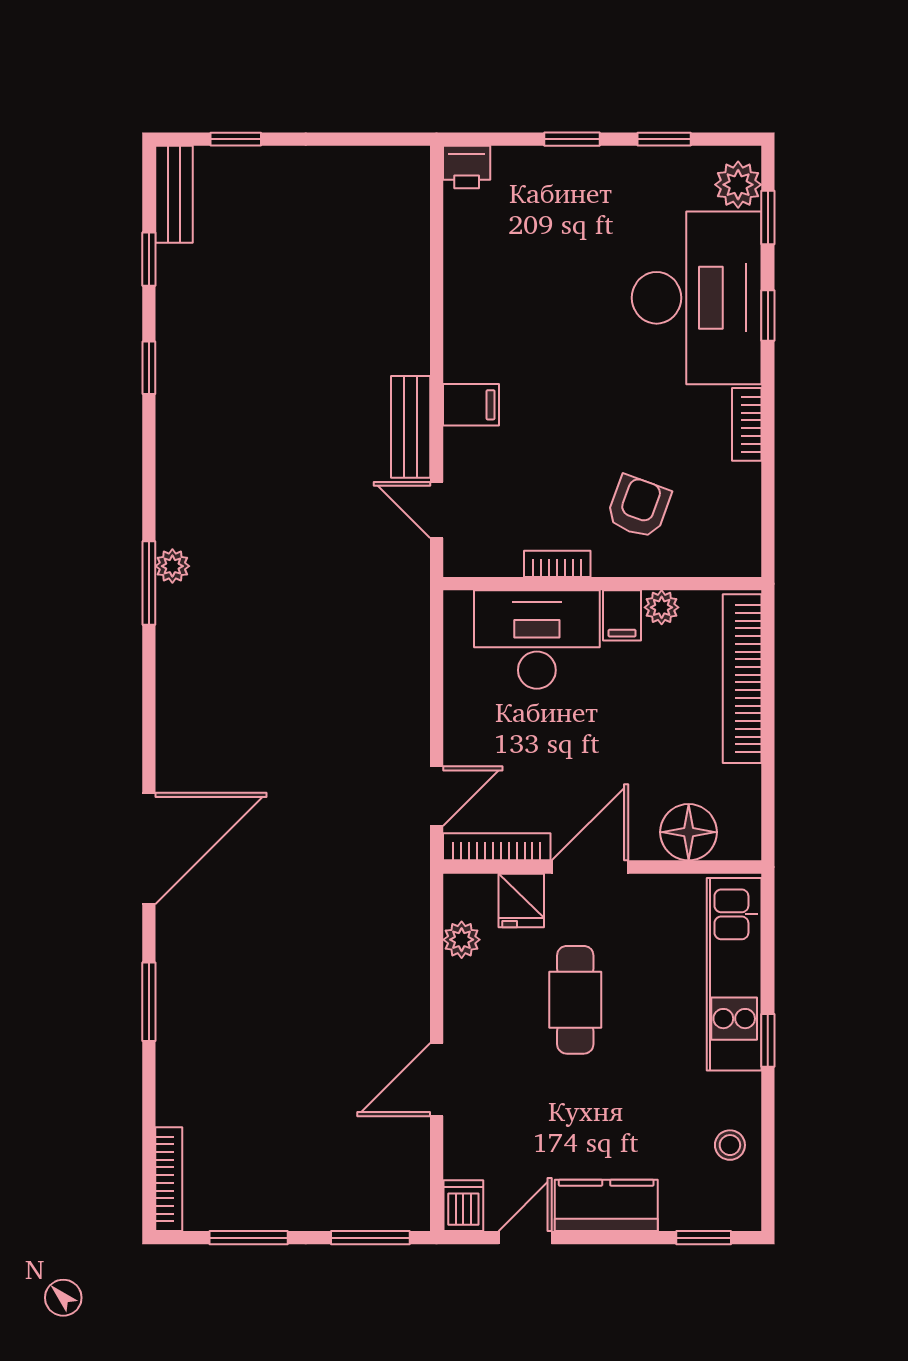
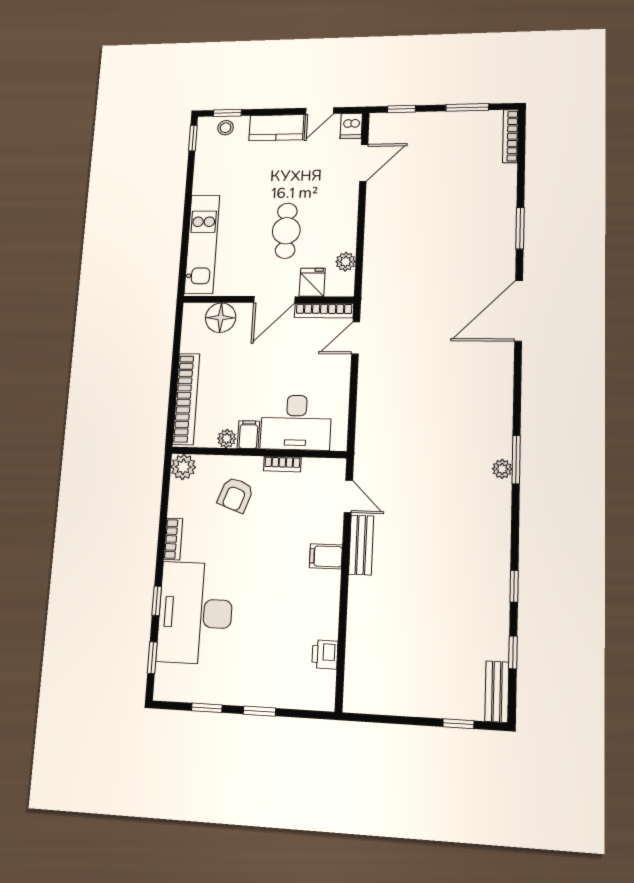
printer: (467, 167) -> (325, 654), moved, turned -90
plant: (738, 185) -> (183, 467), moved
window: (768, 1040) -> (193, 138), moved
door: (437, 1080) -> (364, 163), moved
stool: (730, 1145) -> (226, 128), moved
window: (370, 1238) -> (401, 109), width x0.67

